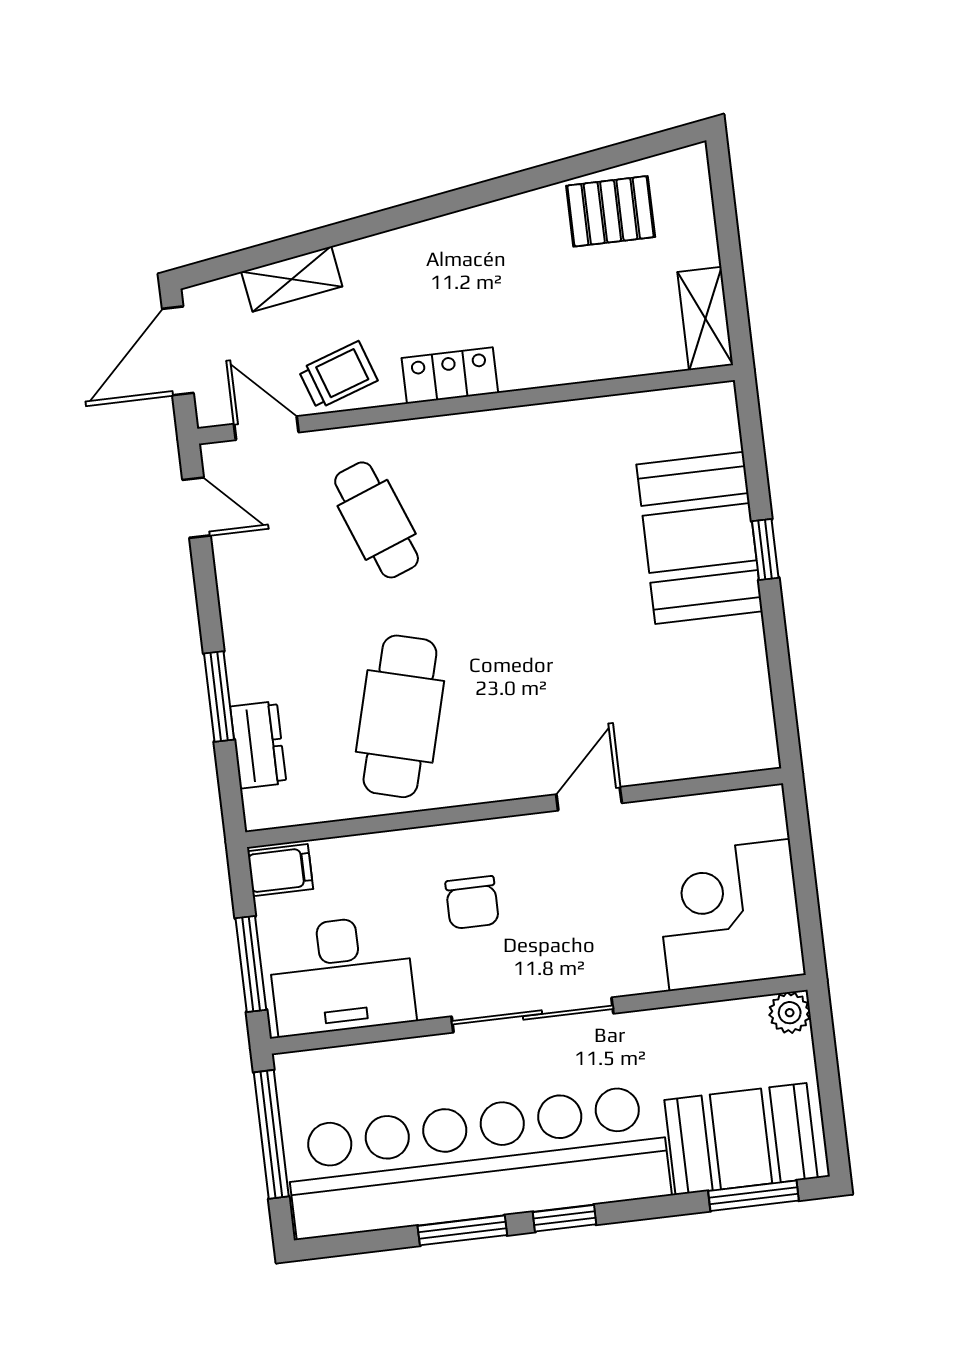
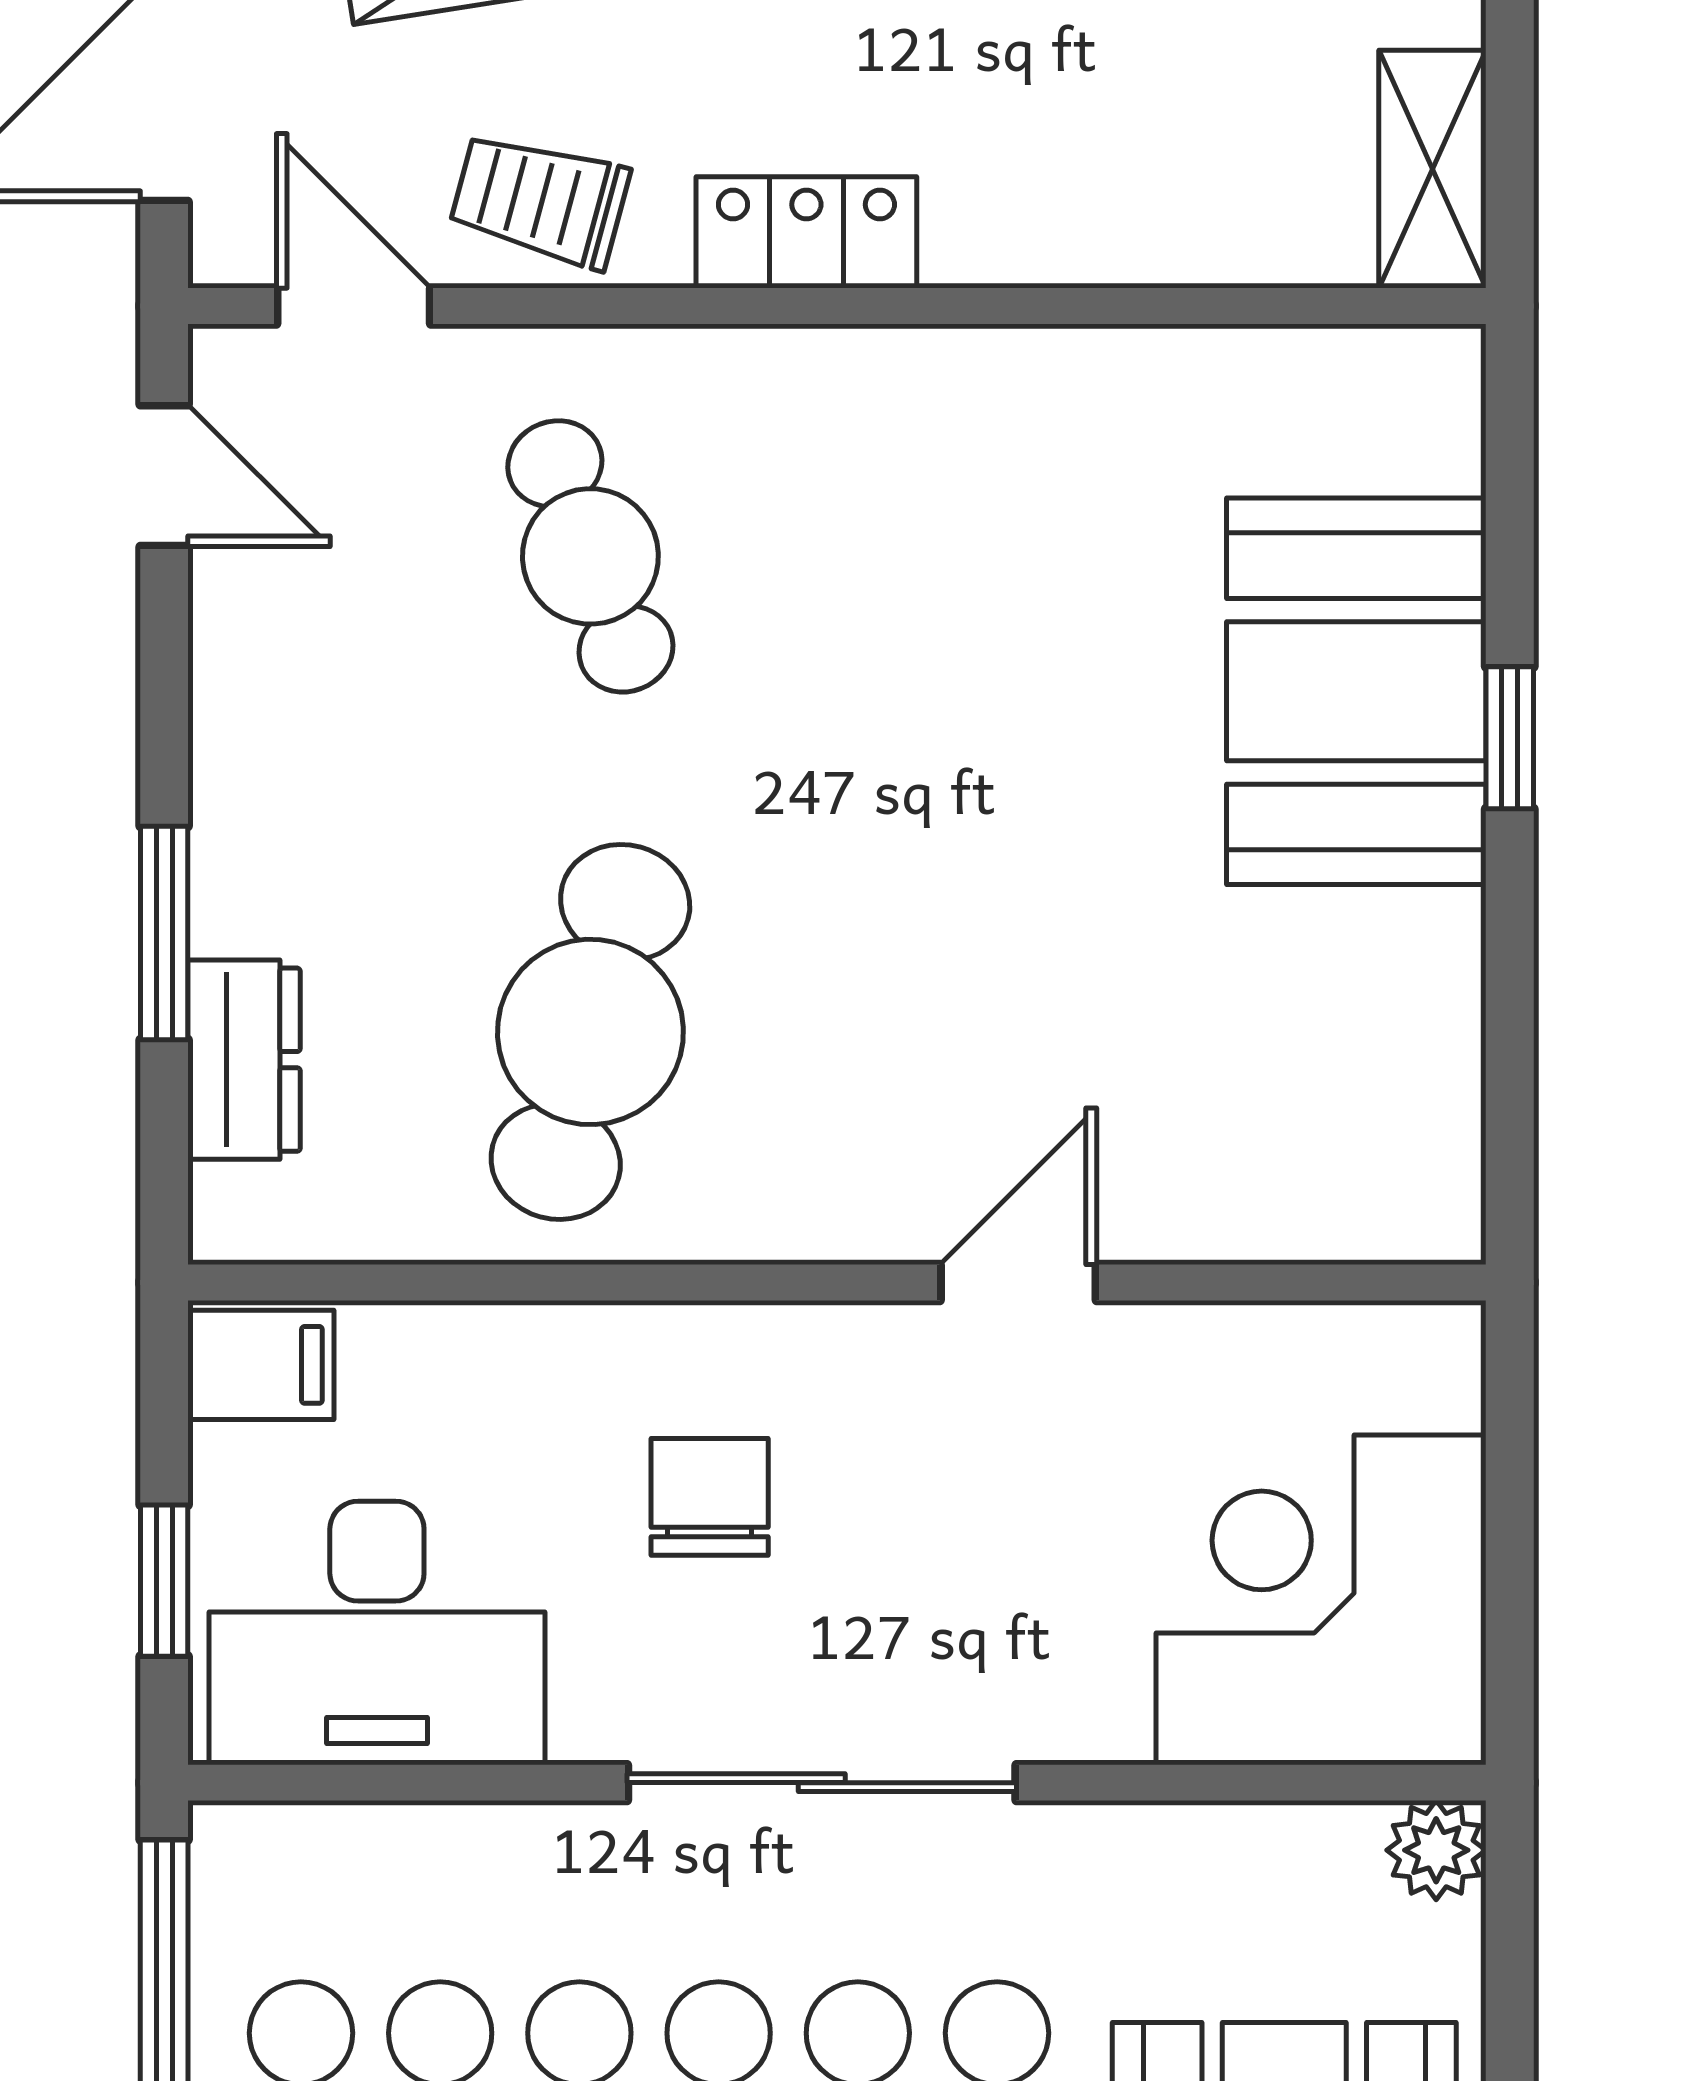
trolley: (338, 375) -> (540, 200), turned -146
chair: (472, 903) -> (710, 1497), turned 180
window: (251, 964) -> (164, 1581), width x0.67

